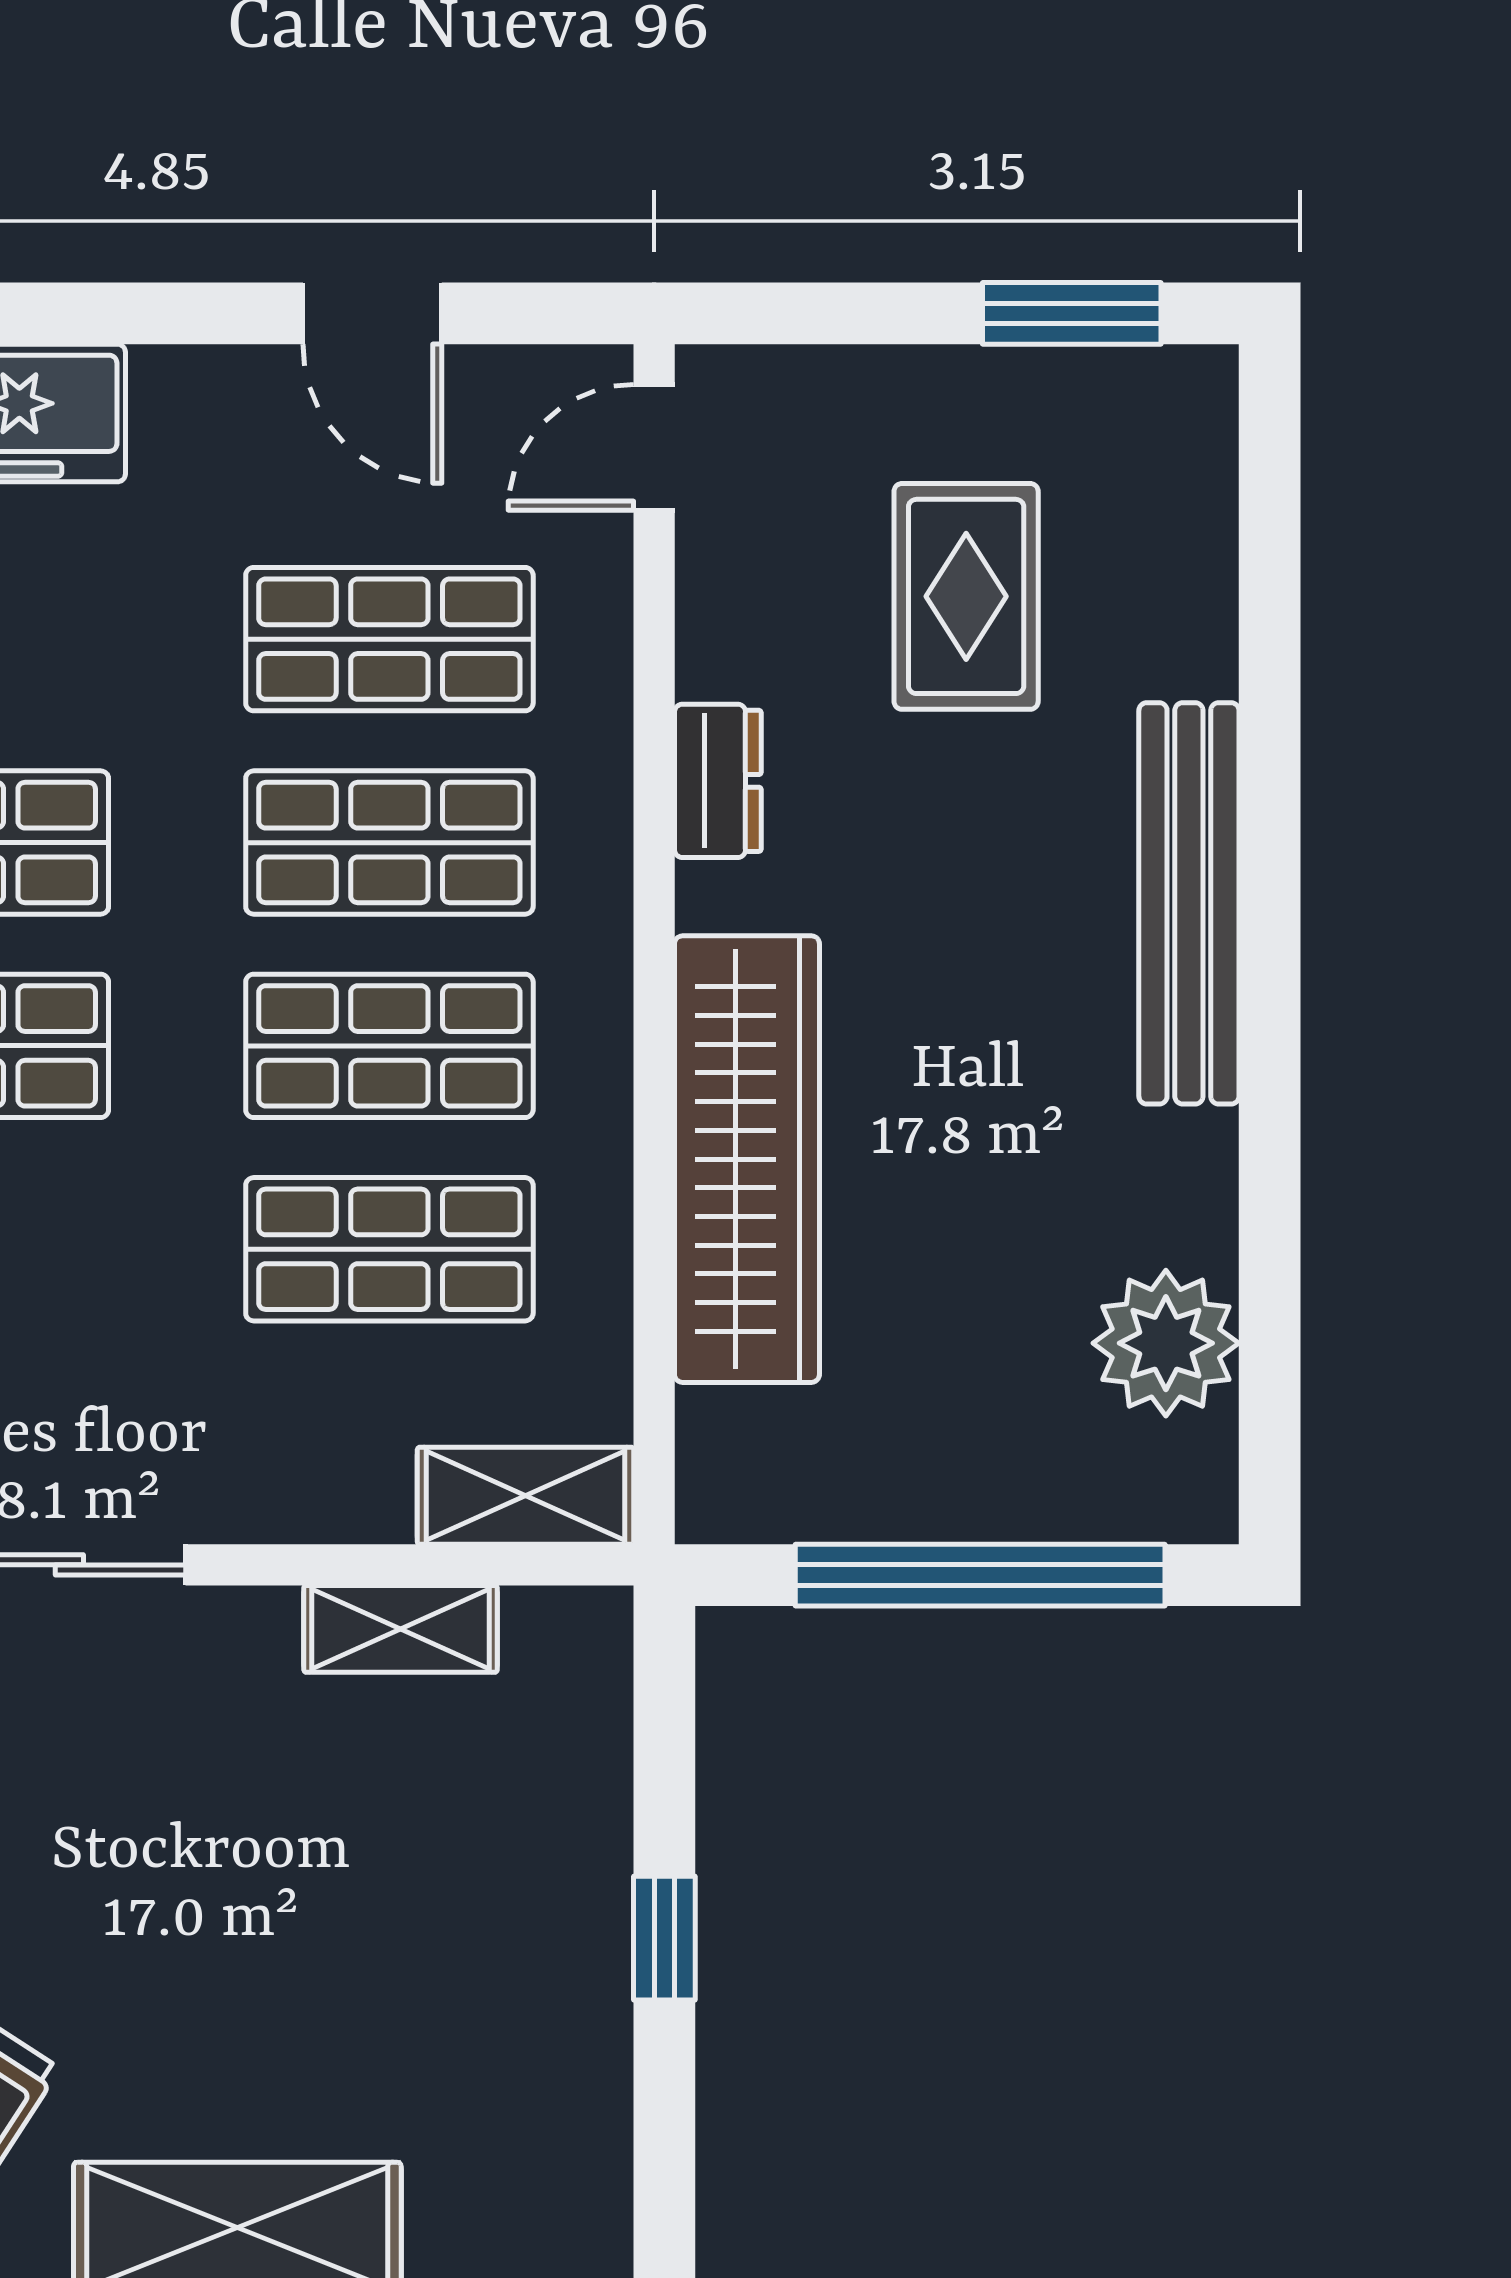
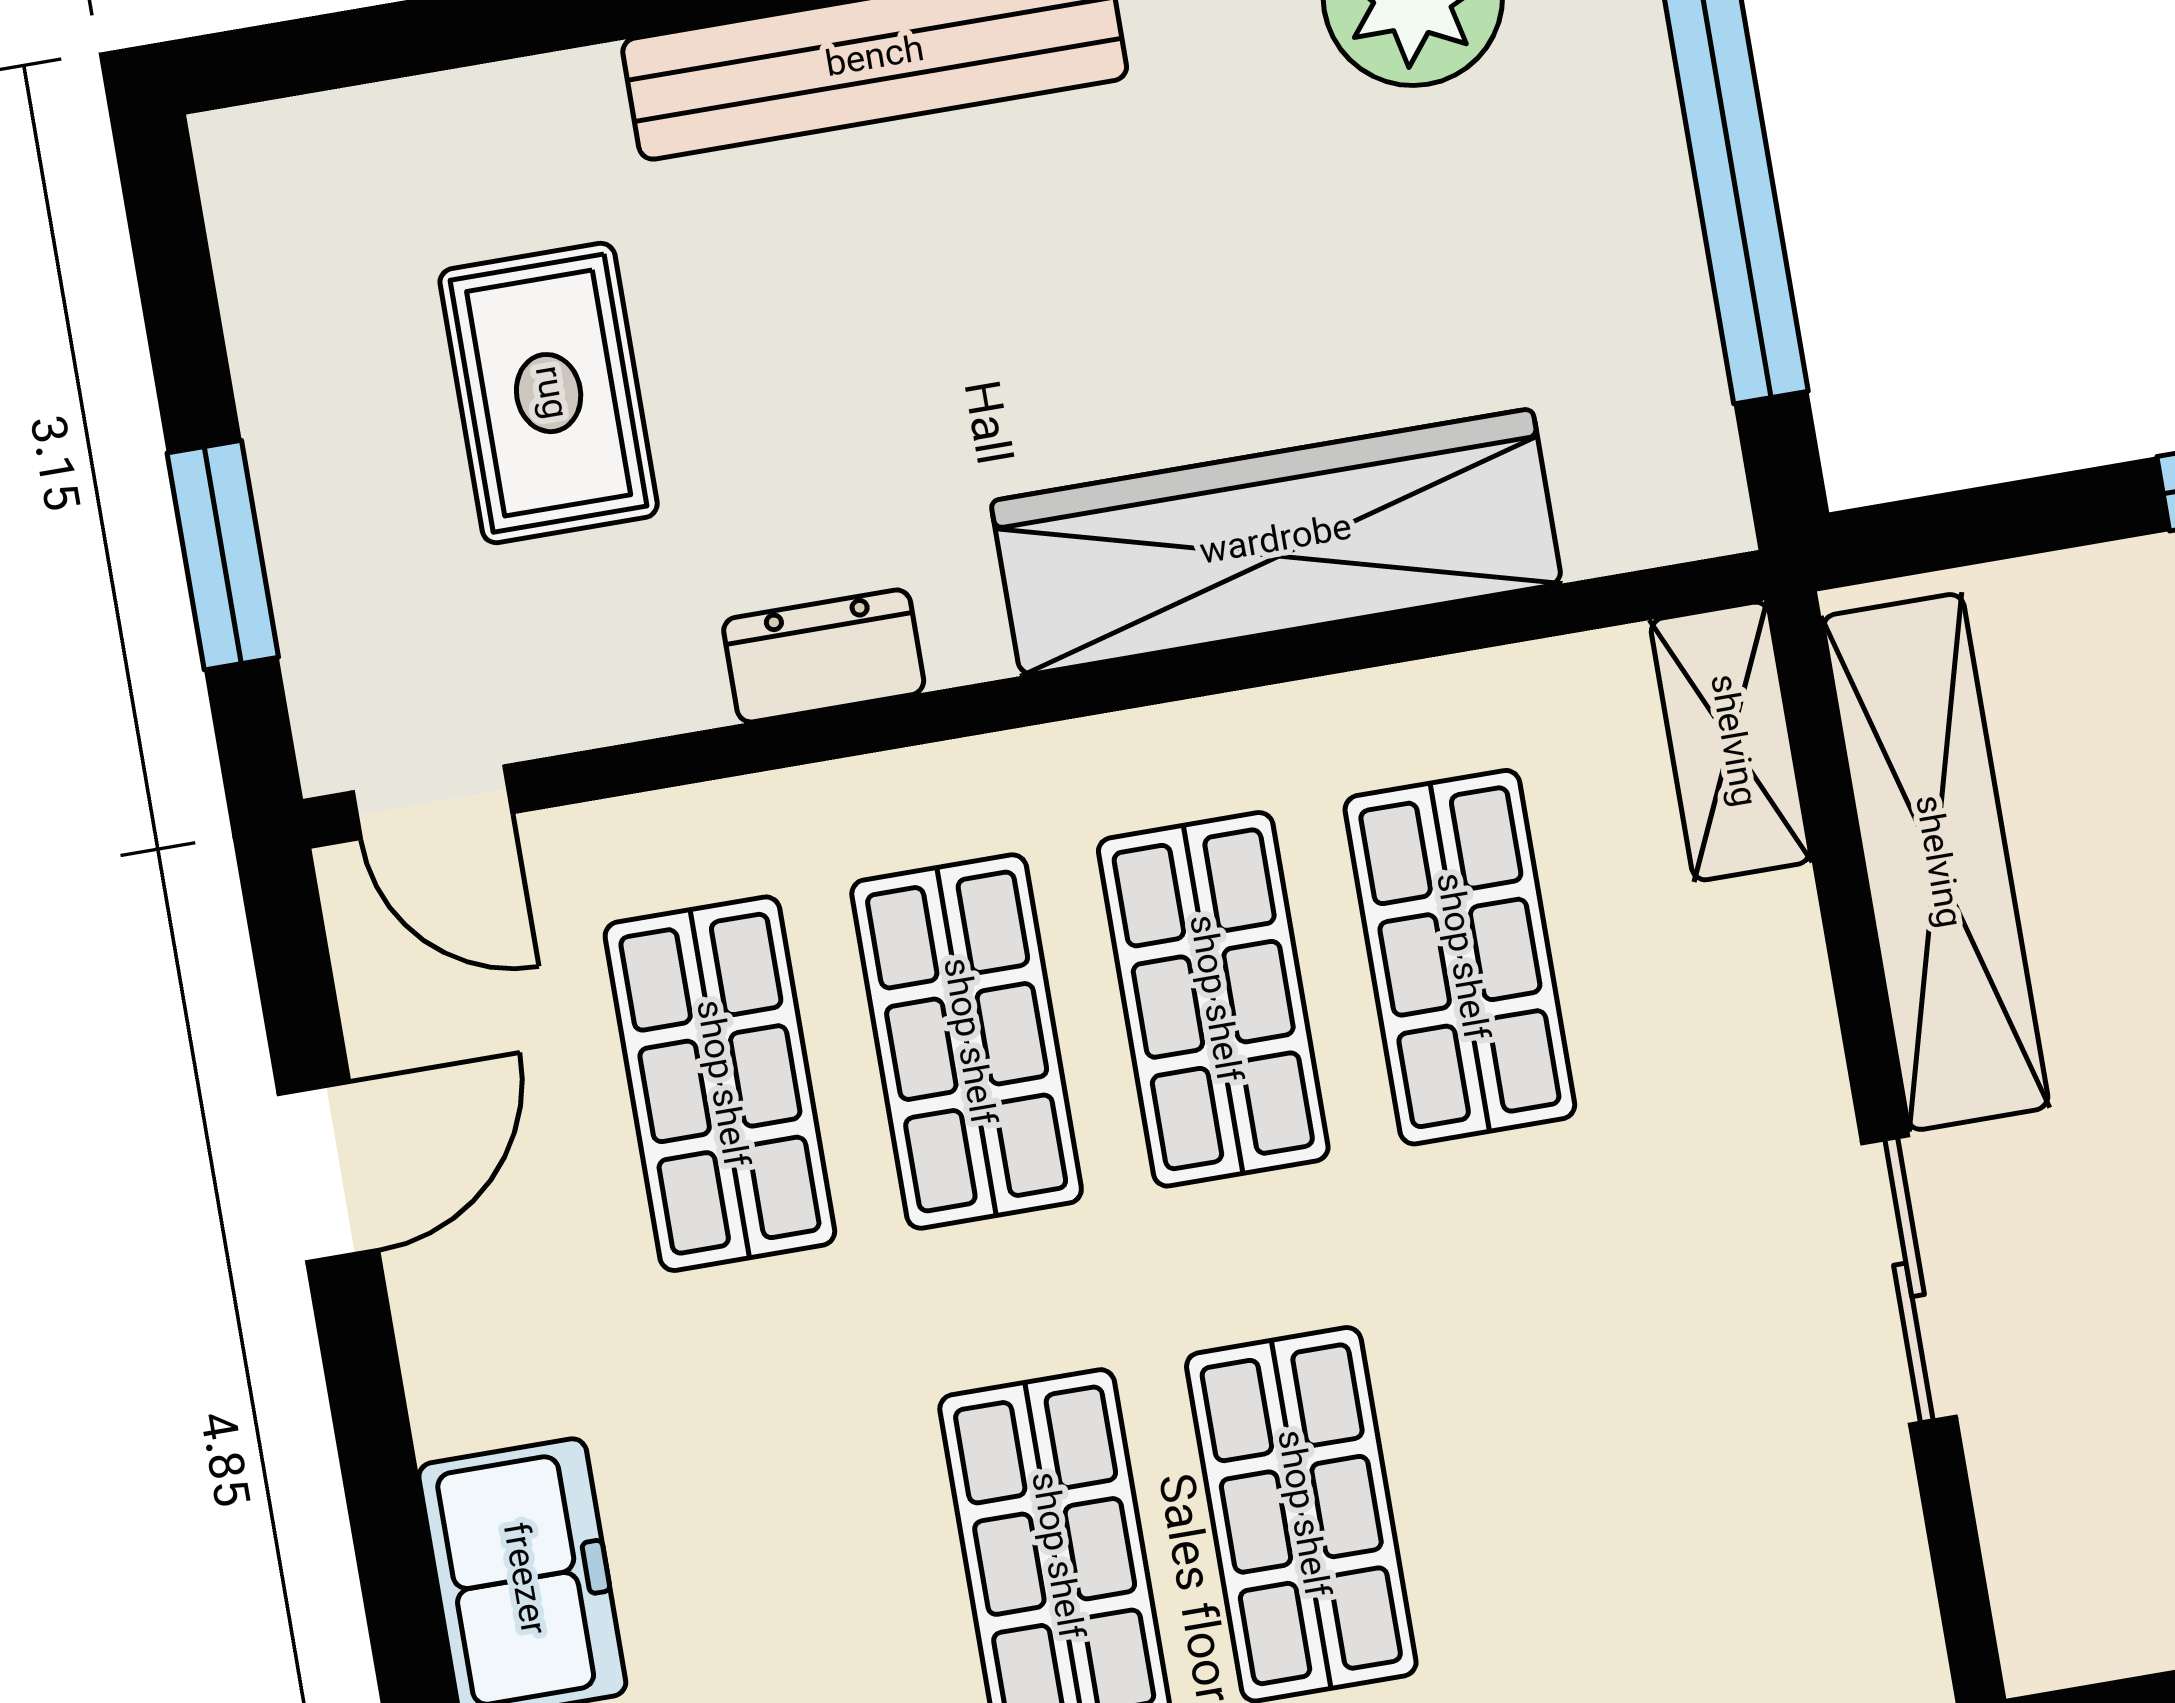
window: (1072, 313) -> (223, 555), moved
rug: (966, 596) -> (549, 393), turned 90
shelving: (401, 1629) -> (1936, 862), width x2.20, depth x1.33

